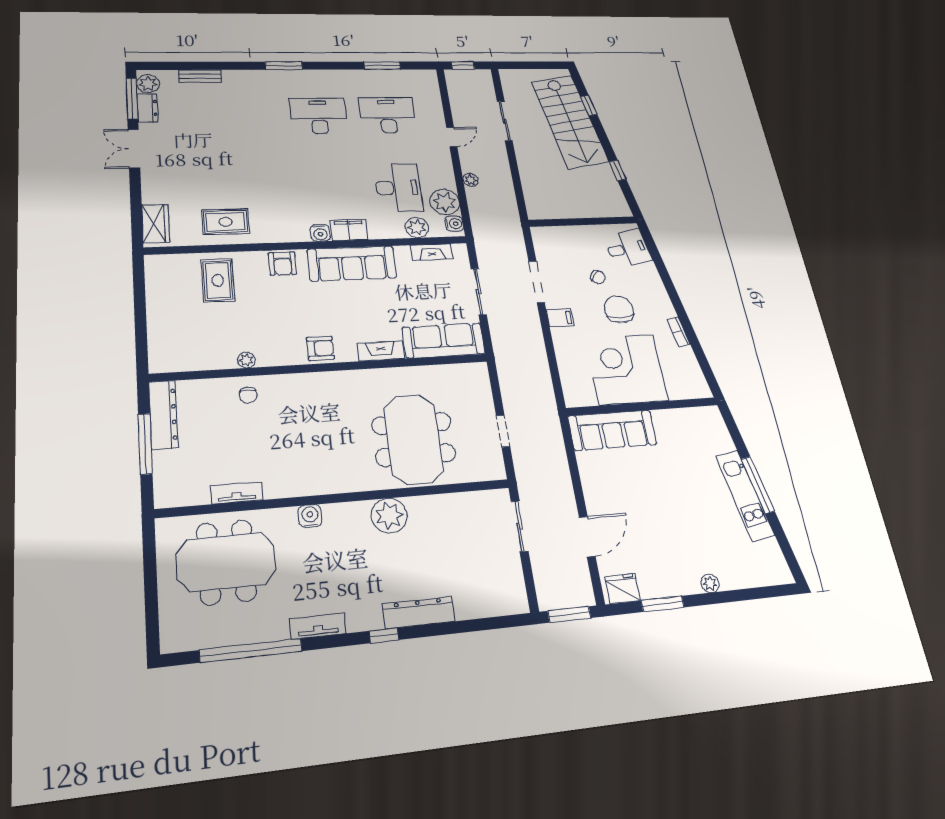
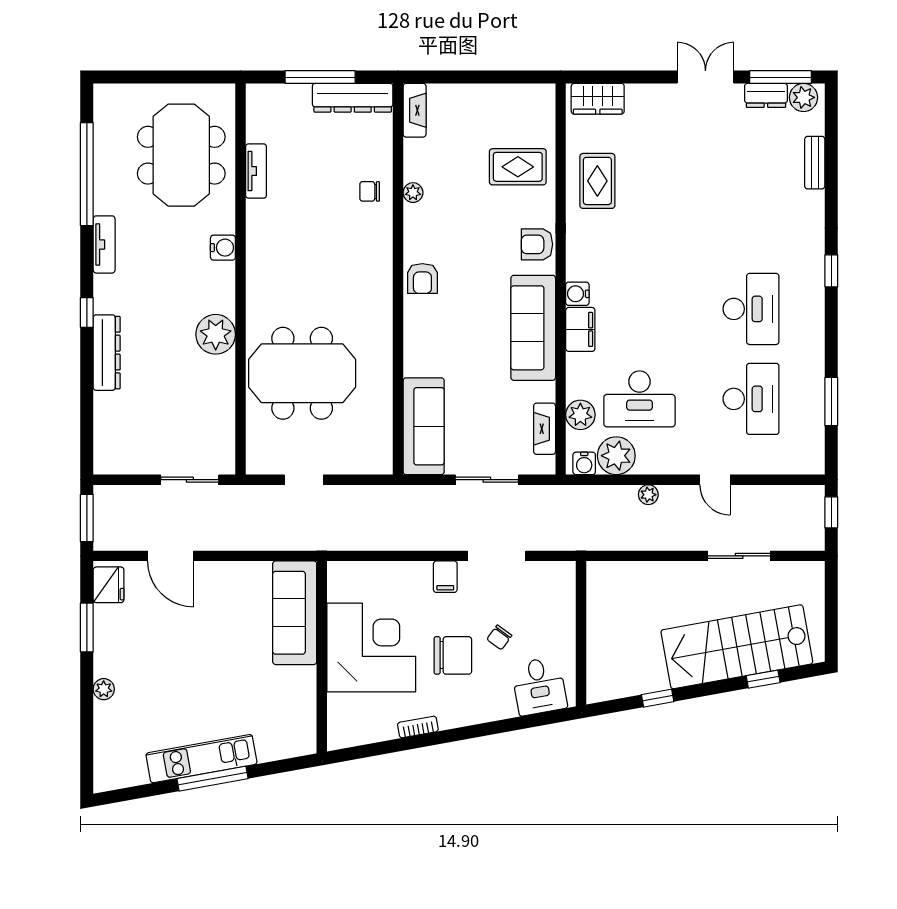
window: (284, 66) -> (831, 271), width x0.67
fireplace: (381, 351) -> (415, 110), moved

